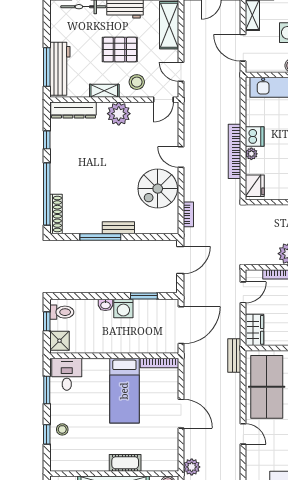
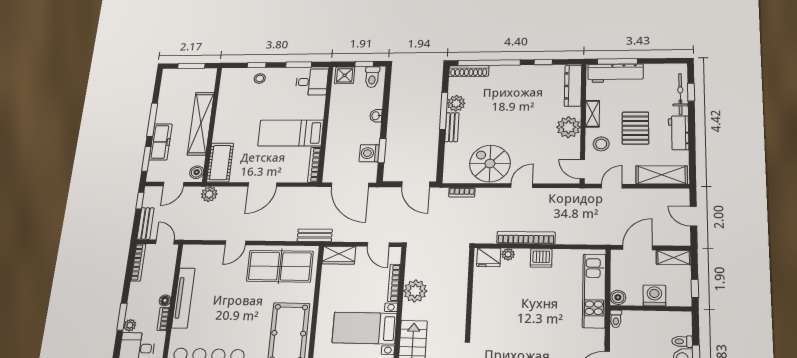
plant: (251, 154) -> (508, 254), moved
plant: (92, 225) -> (456, 103), added
washing machine: (123, 309) -> (369, 153), moved
cot: (125, 463) -> (220, 163), moved, width x1.37, depth x1.34

